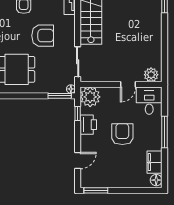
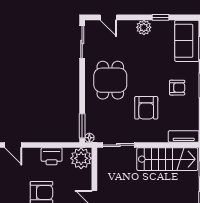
window: (78, 114) -> (63, 145), removed

